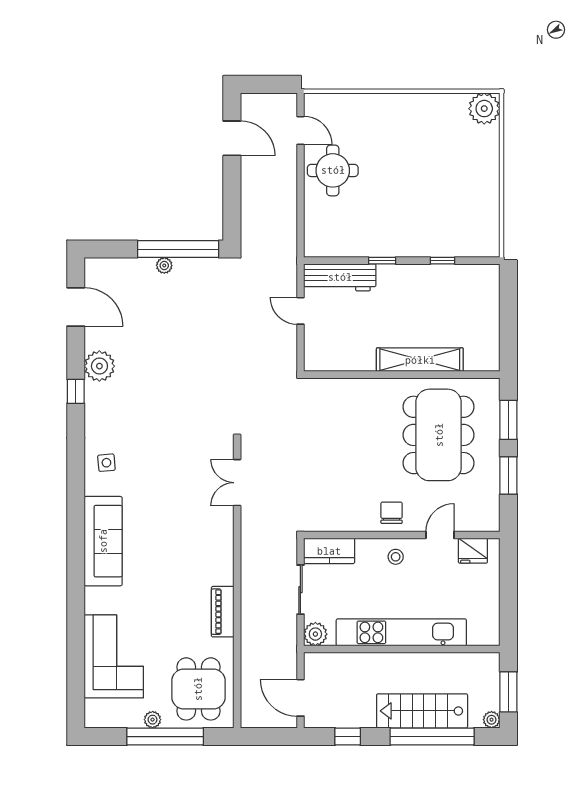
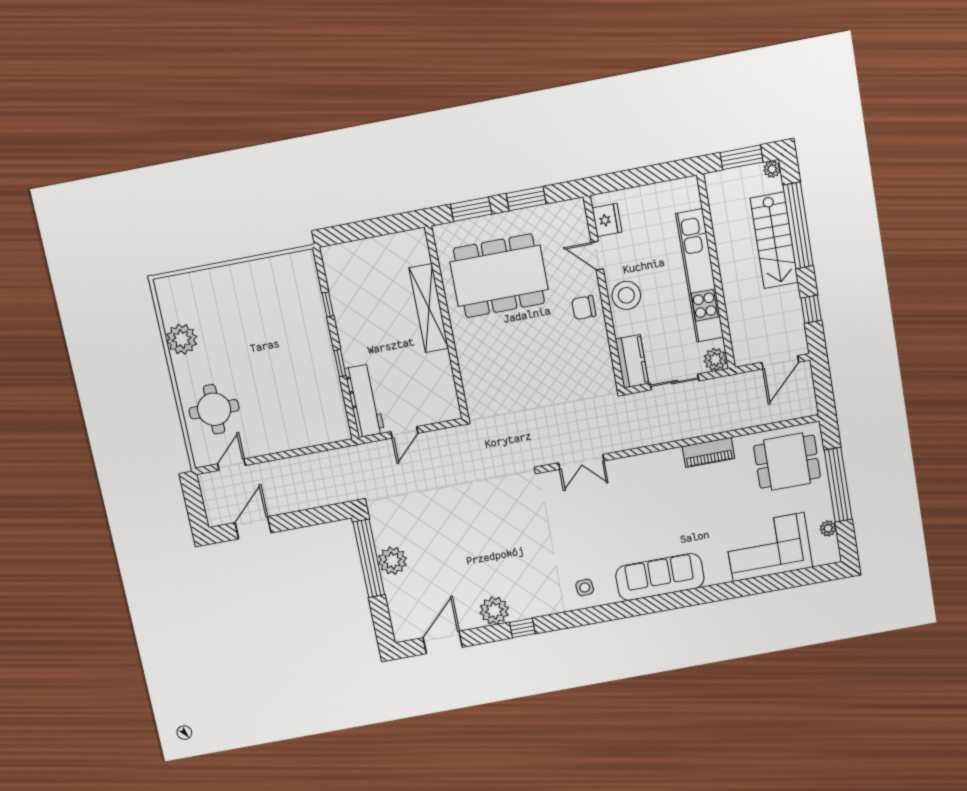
plant: (484, 109) -> (182, 339), moved
round table: (333, 170) -> (214, 409), moved
plant: (164, 265) -> (392, 561), width x1.87, depth x1.87
stool: (396, 557) -> (626, 295), width x1.89, depth x1.89
plant: (153, 720) -> (828, 528), moved

